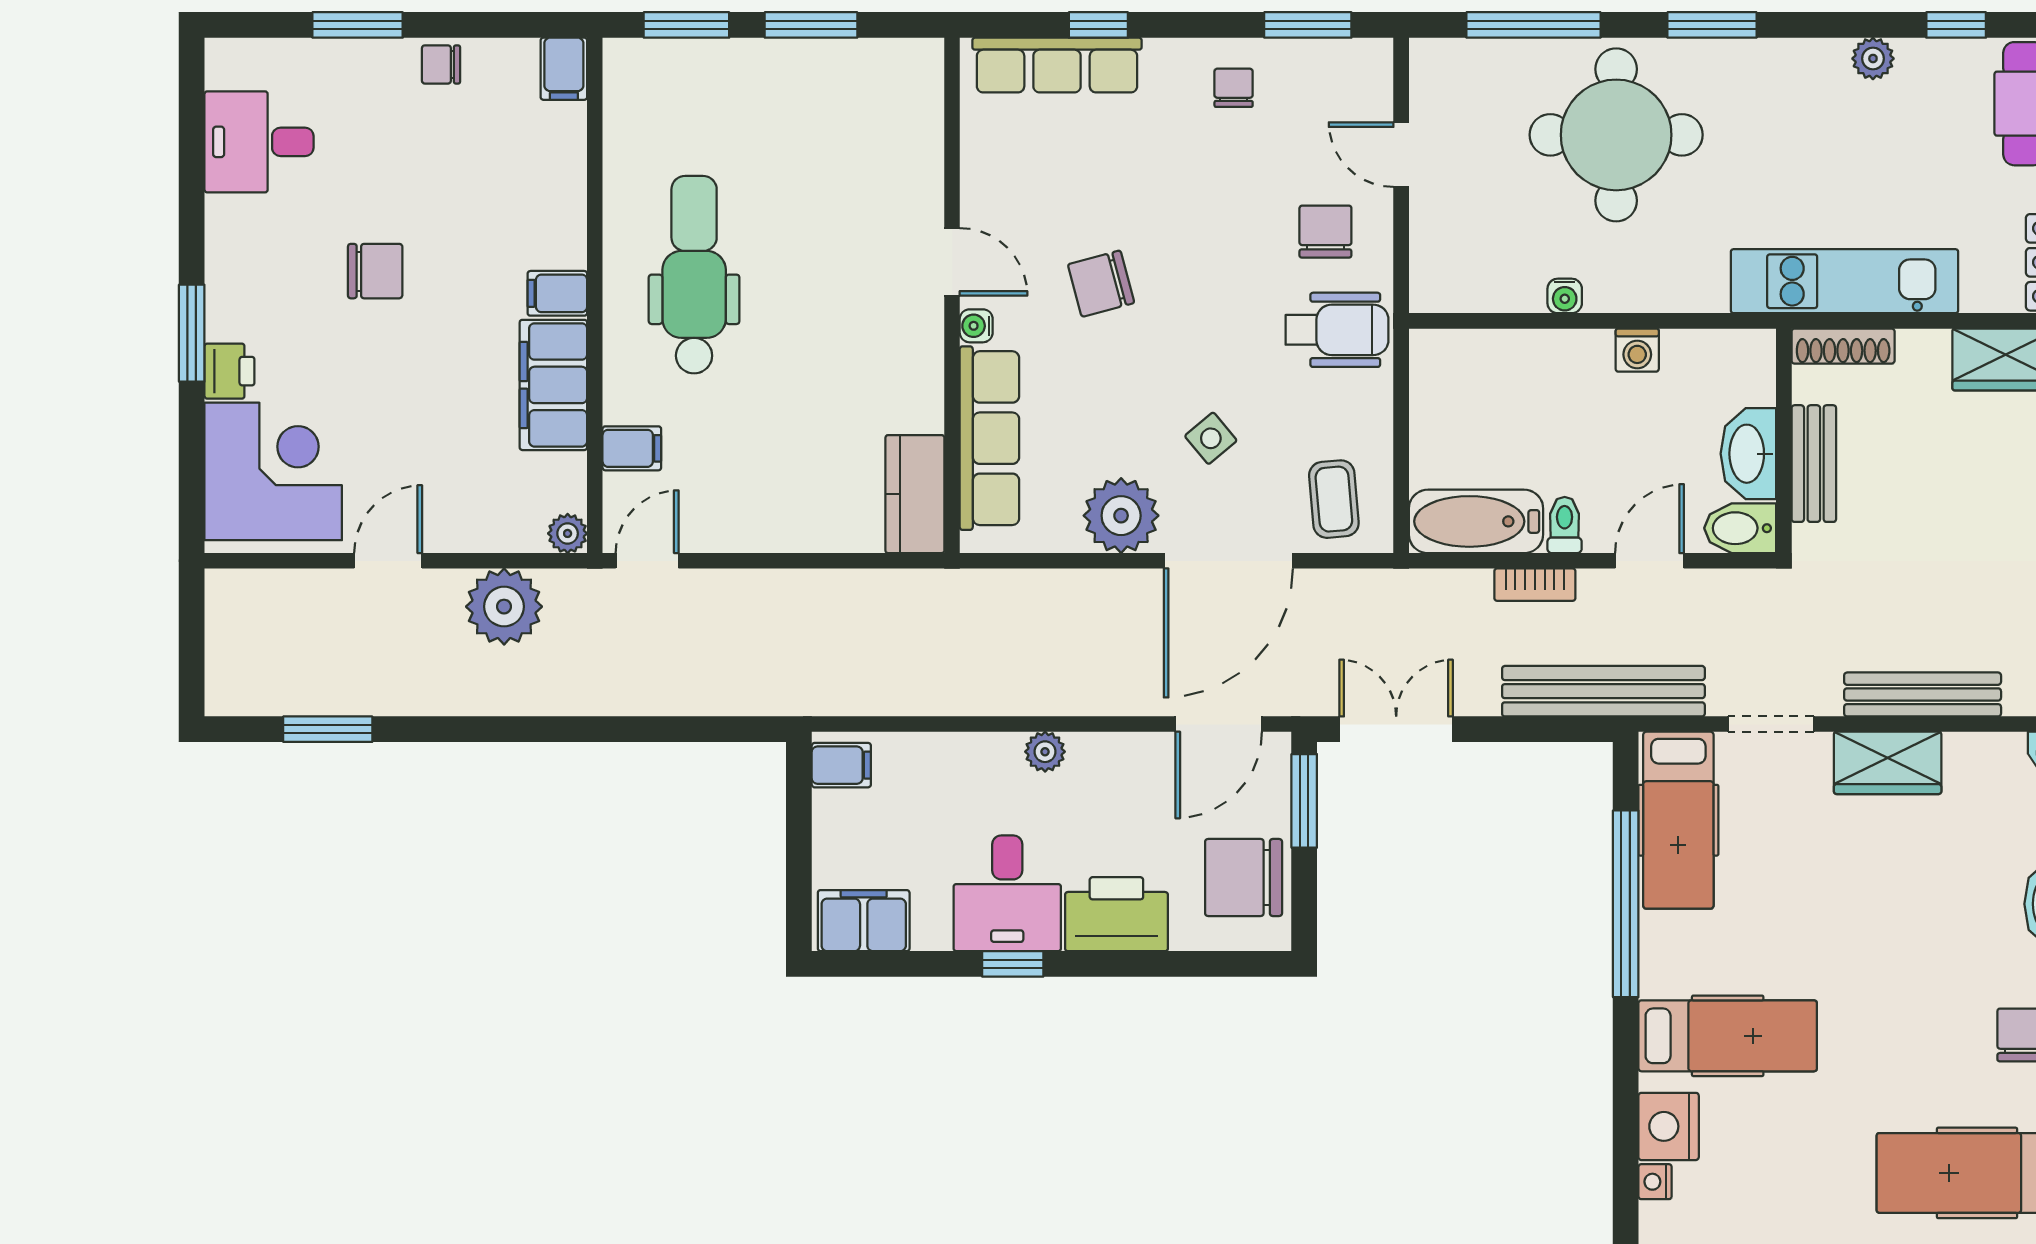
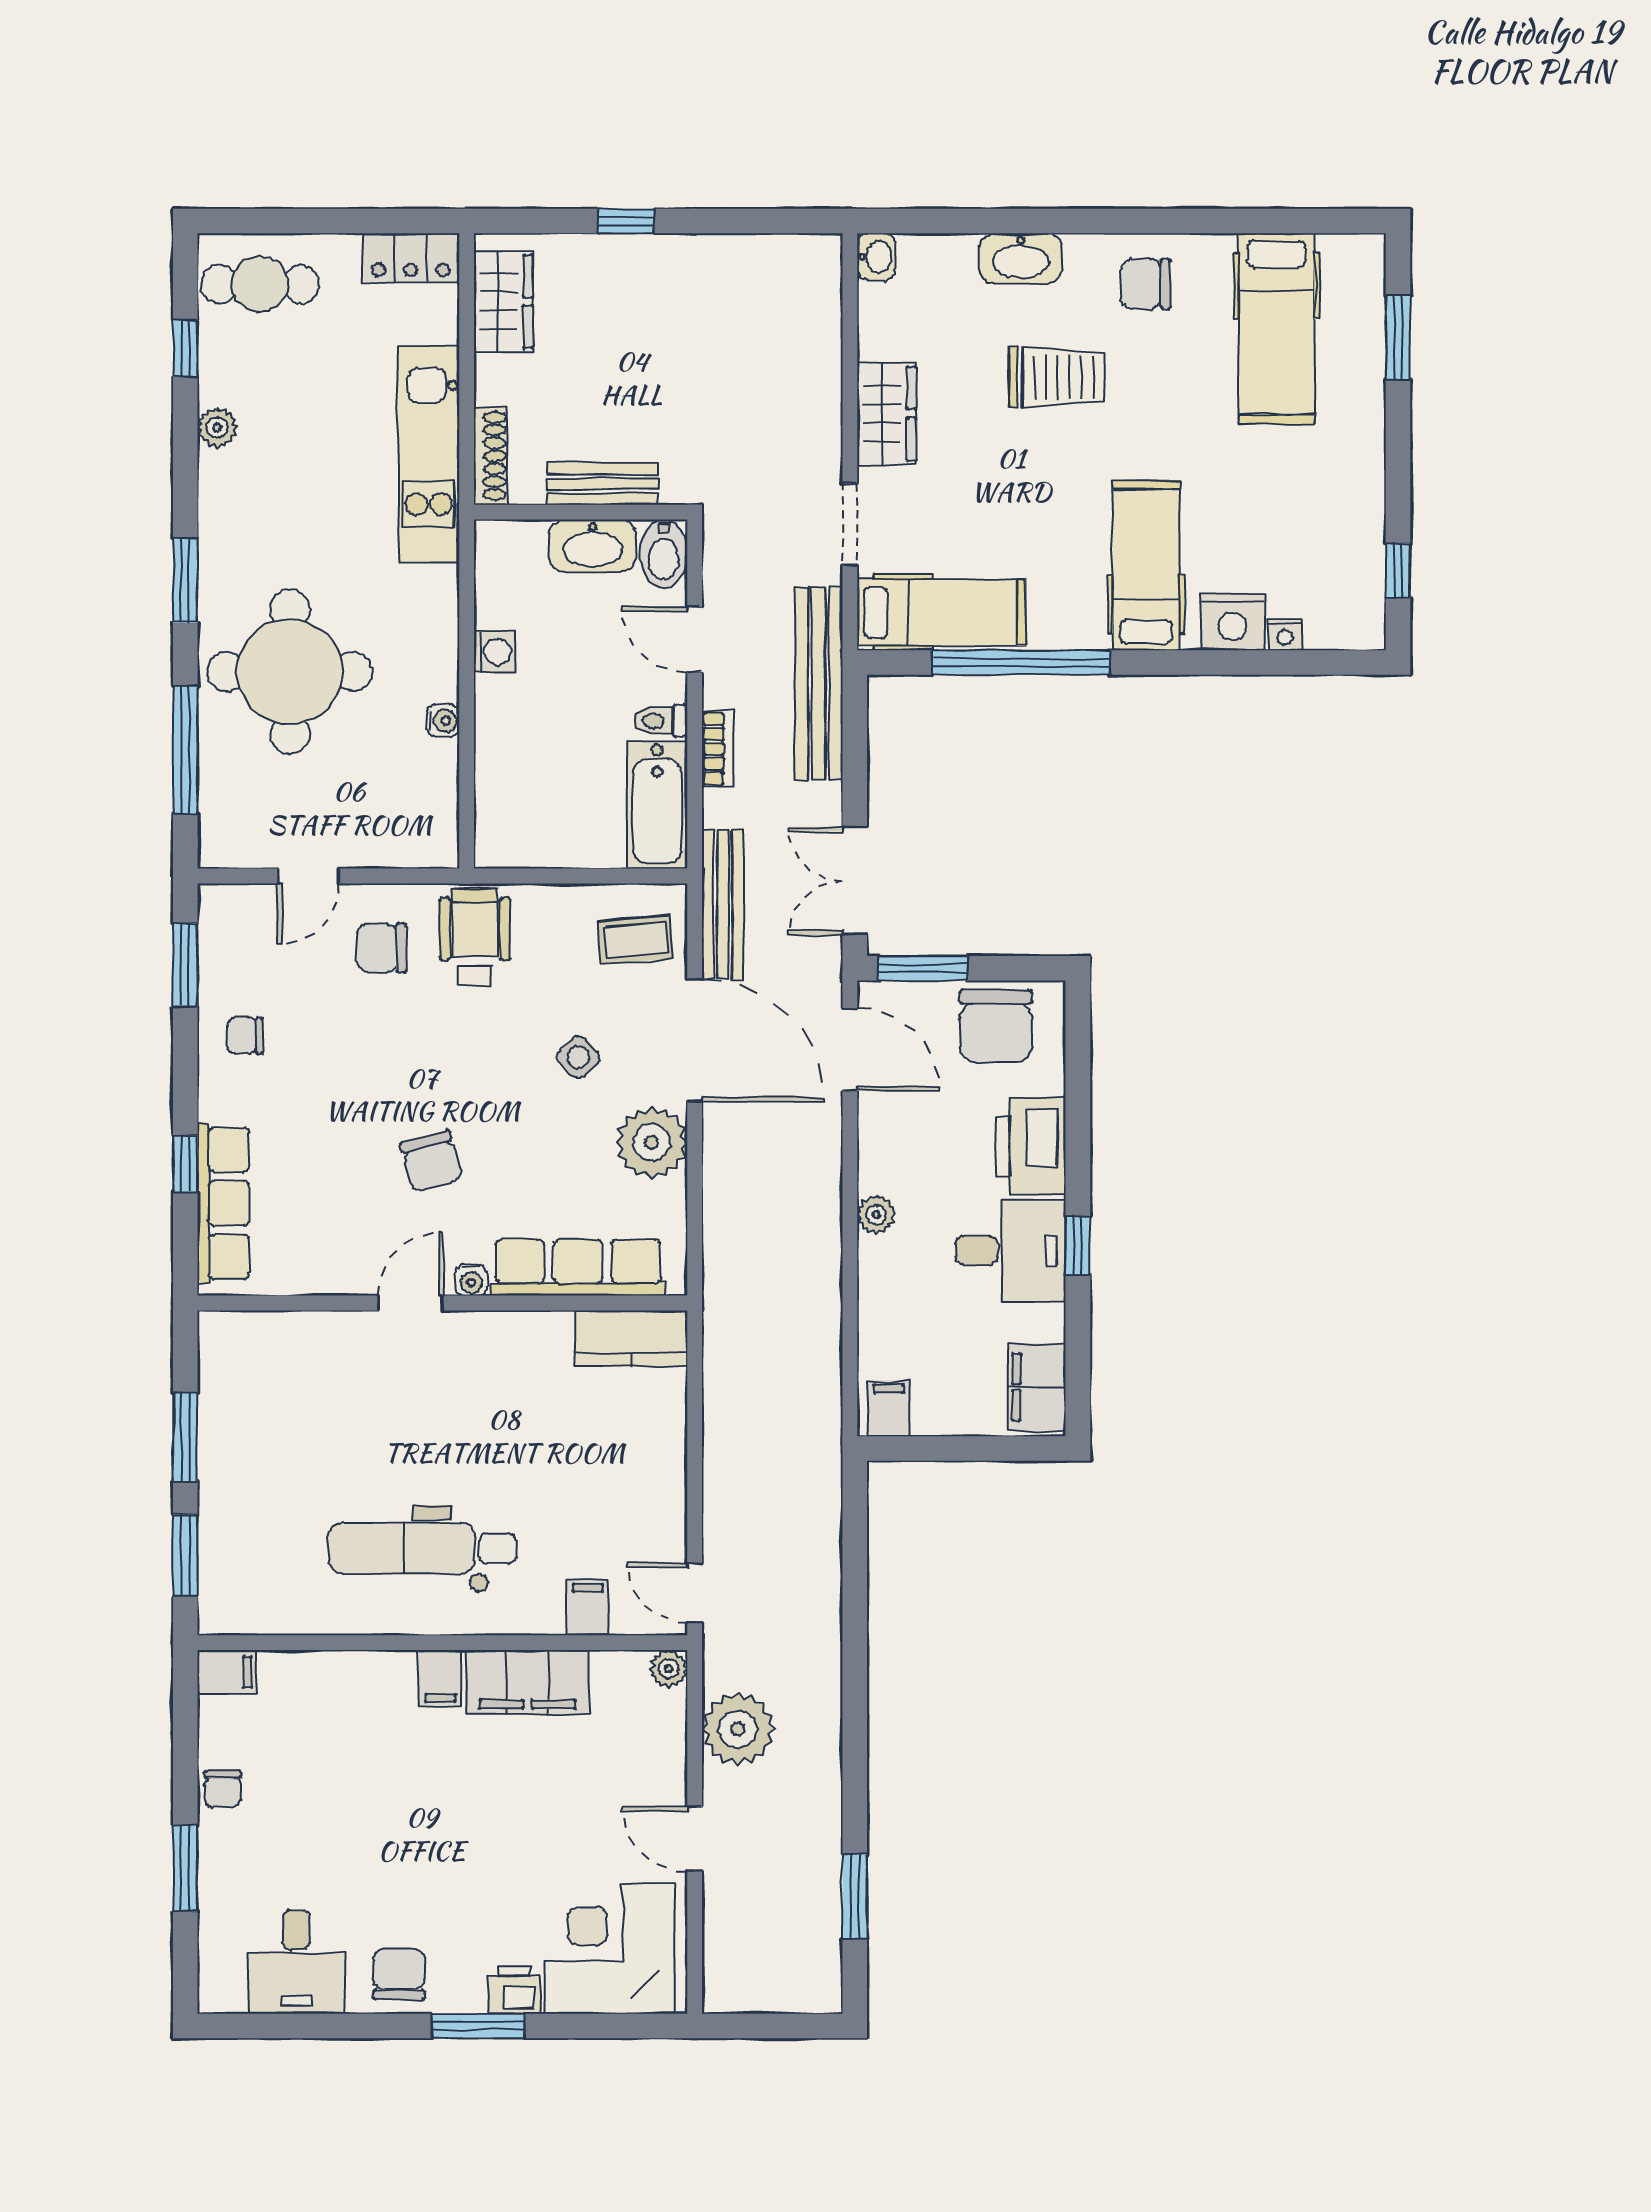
chair: (375, 271) -> (399, 1974), moved
bench: (1923, 694) -> (723, 904), moved
trolley: (1926, 942) -> (1057, 377), added

